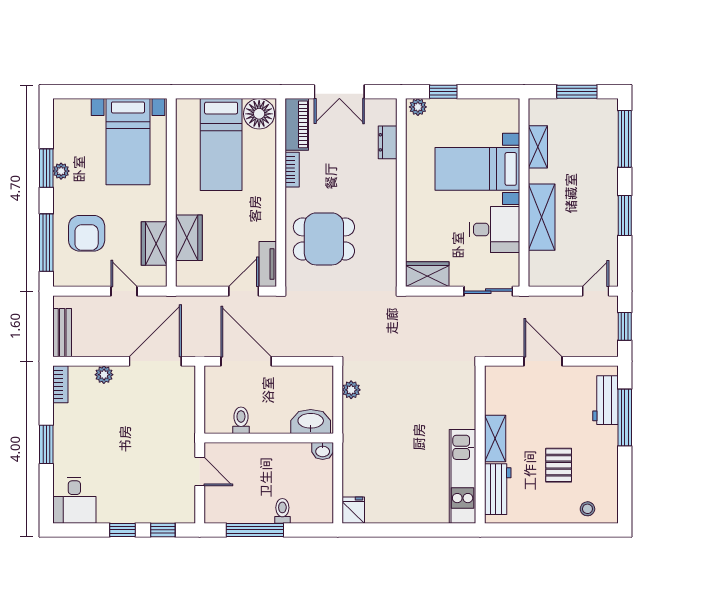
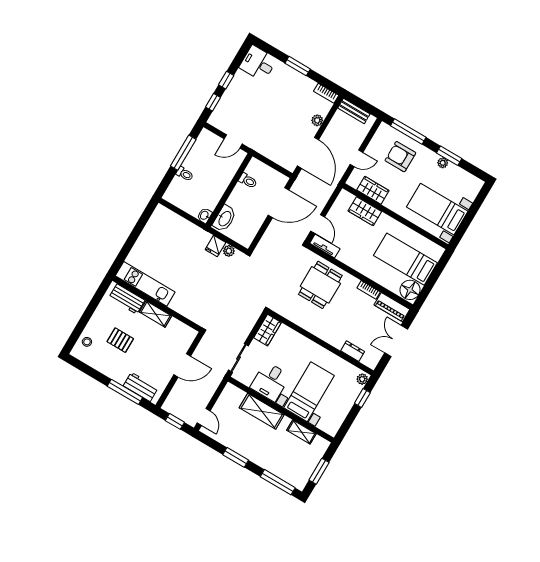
fridge: (353, 510) -> (215, 246), moved, turned 90

